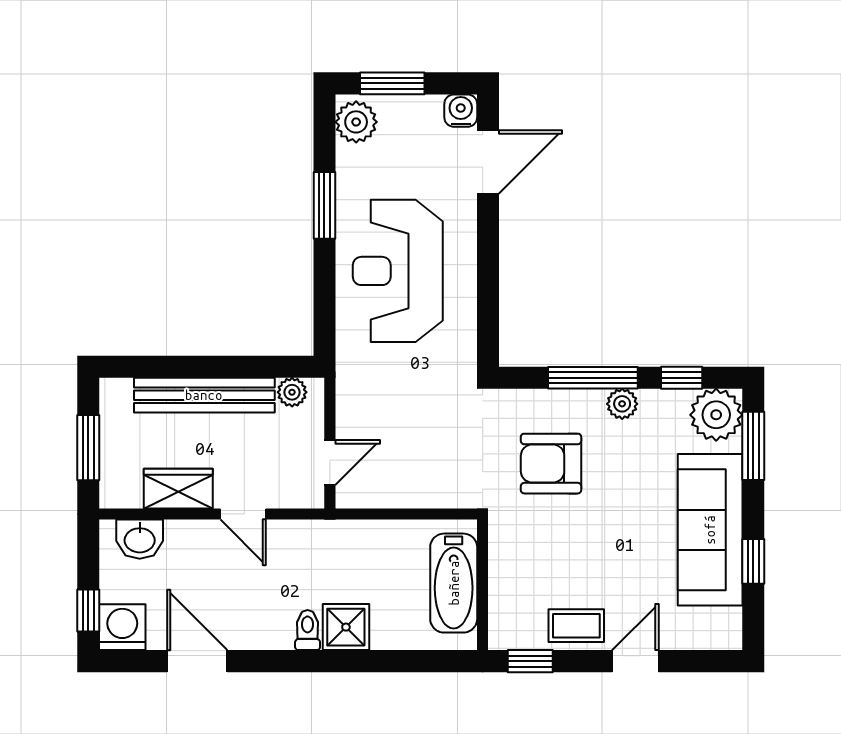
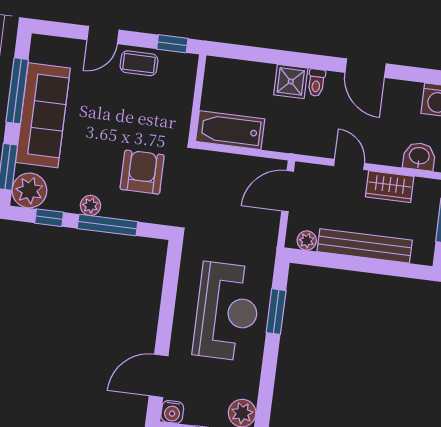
window: (324, 205) -> (276, 312), moved
door: (330, 463) -> (288, 191), width x1.37
armchair: (551, 464) -> (142, 172), turned -90
window: (753, 561) -> (17, 91), width x2.17
bathtub: (454, 583) -> (230, 130), moved, turned -90
door: (197, 661) -> (366, 68), moved

